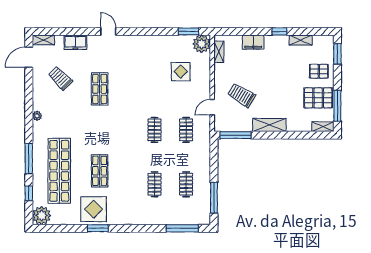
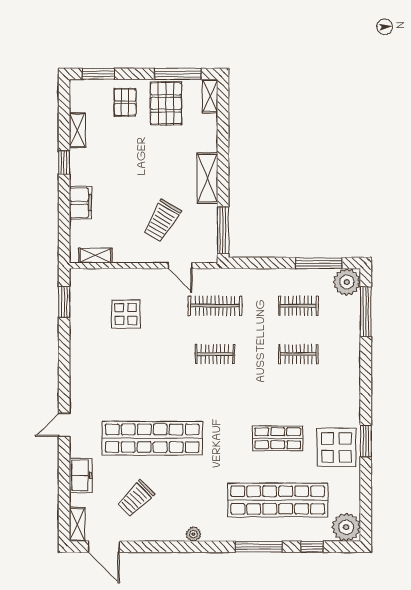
plant: (202, 44) -> (347, 282), moved
shop shelf: (100, 89) -> (152, 438), width x2.00, depth x1.36
clothes rail: (186, 130) -> (215, 306), width x1.36

